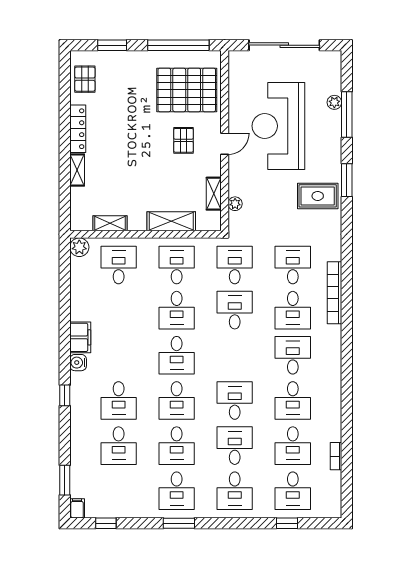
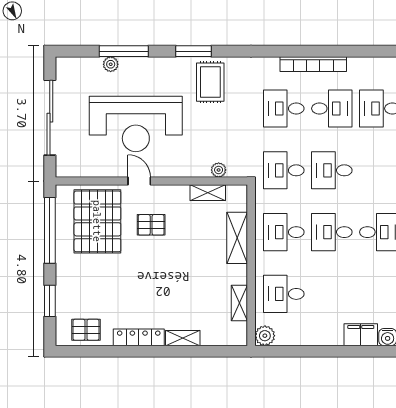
door: (225, 144) -> (139, 181), moved
desk: (177, 310) -> (332, 232), turned 180

